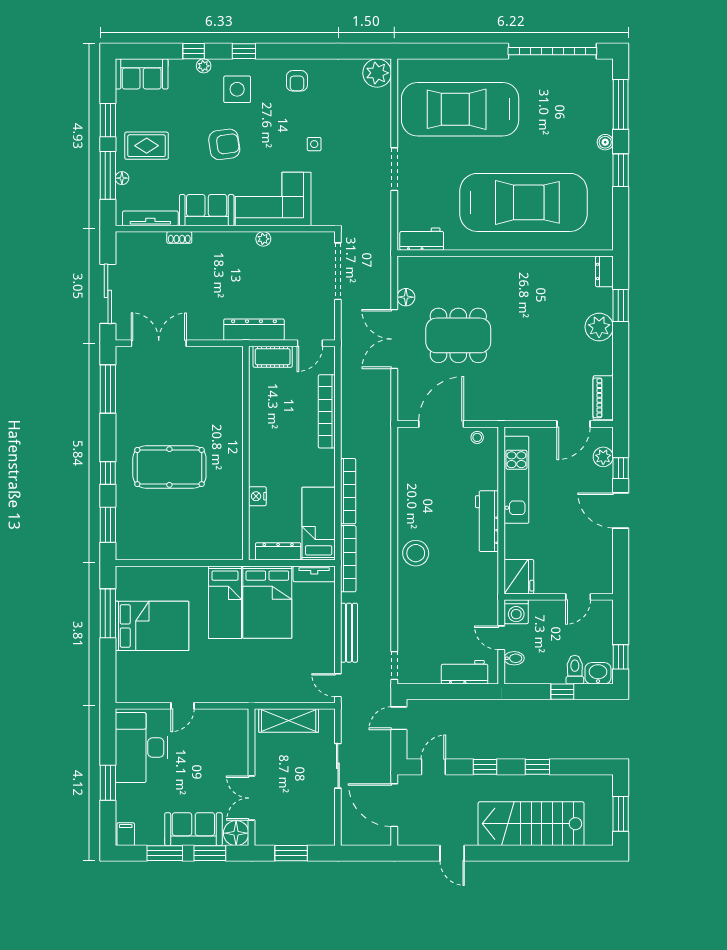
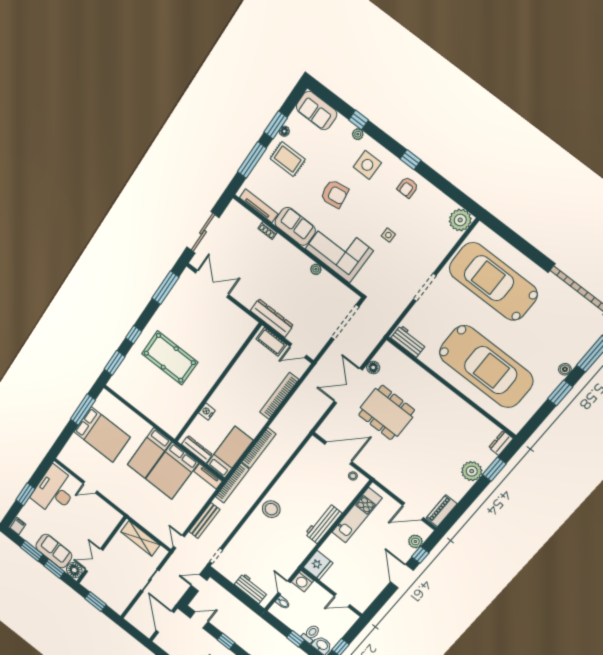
window: (244, 51) -> (410, 160), moved
floor lamp: (122, 178) -> (284, 131), moved

